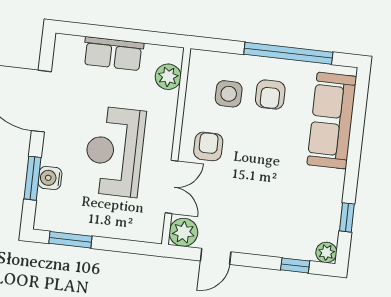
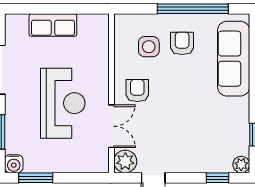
plant: (168, 77) -> (99, 38), removed
armchair: (270, 94) -> (182, 43), turned 180
reception desk: (114, 152) -> (63, 103), turned 180
water cooler: (50, 178) -> (14, 164), moved, turned -90

